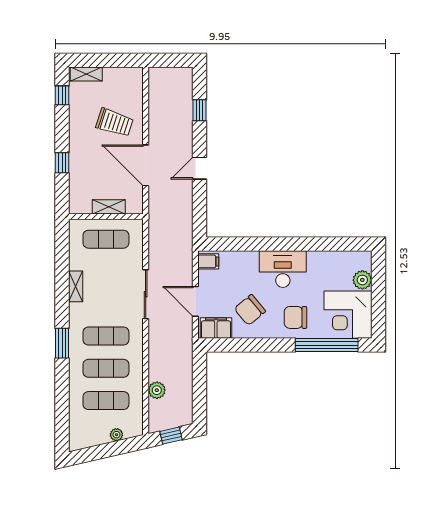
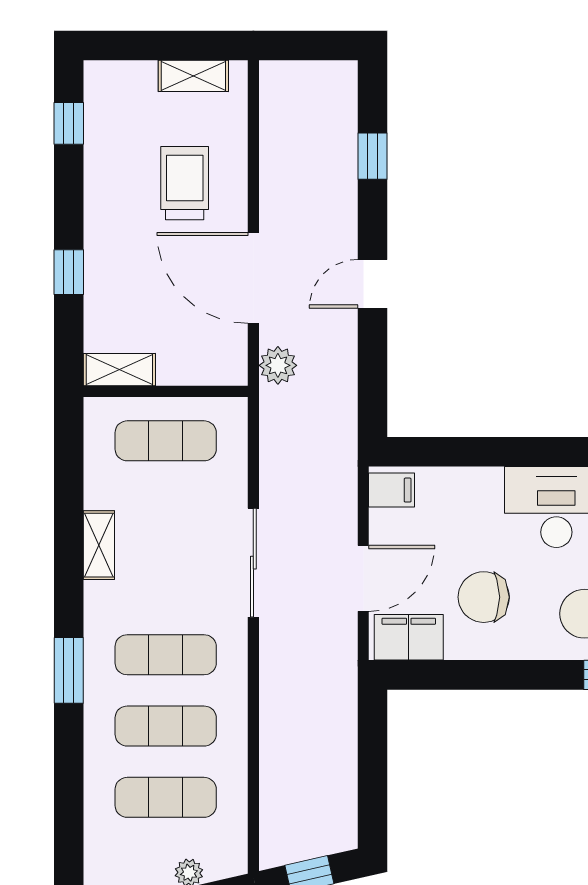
shelving: (86, 74) -> (193, 76), moved
trolley: (115, 122) -> (185, 183), turned -108
shelving: (109, 207) -> (119, 370), moved
door: (195, 301) -> (363, 578), swing flipped
chair: (250, 310) -> (484, 597), turned 40
plant: (157, 390) -> (278, 365), moved

